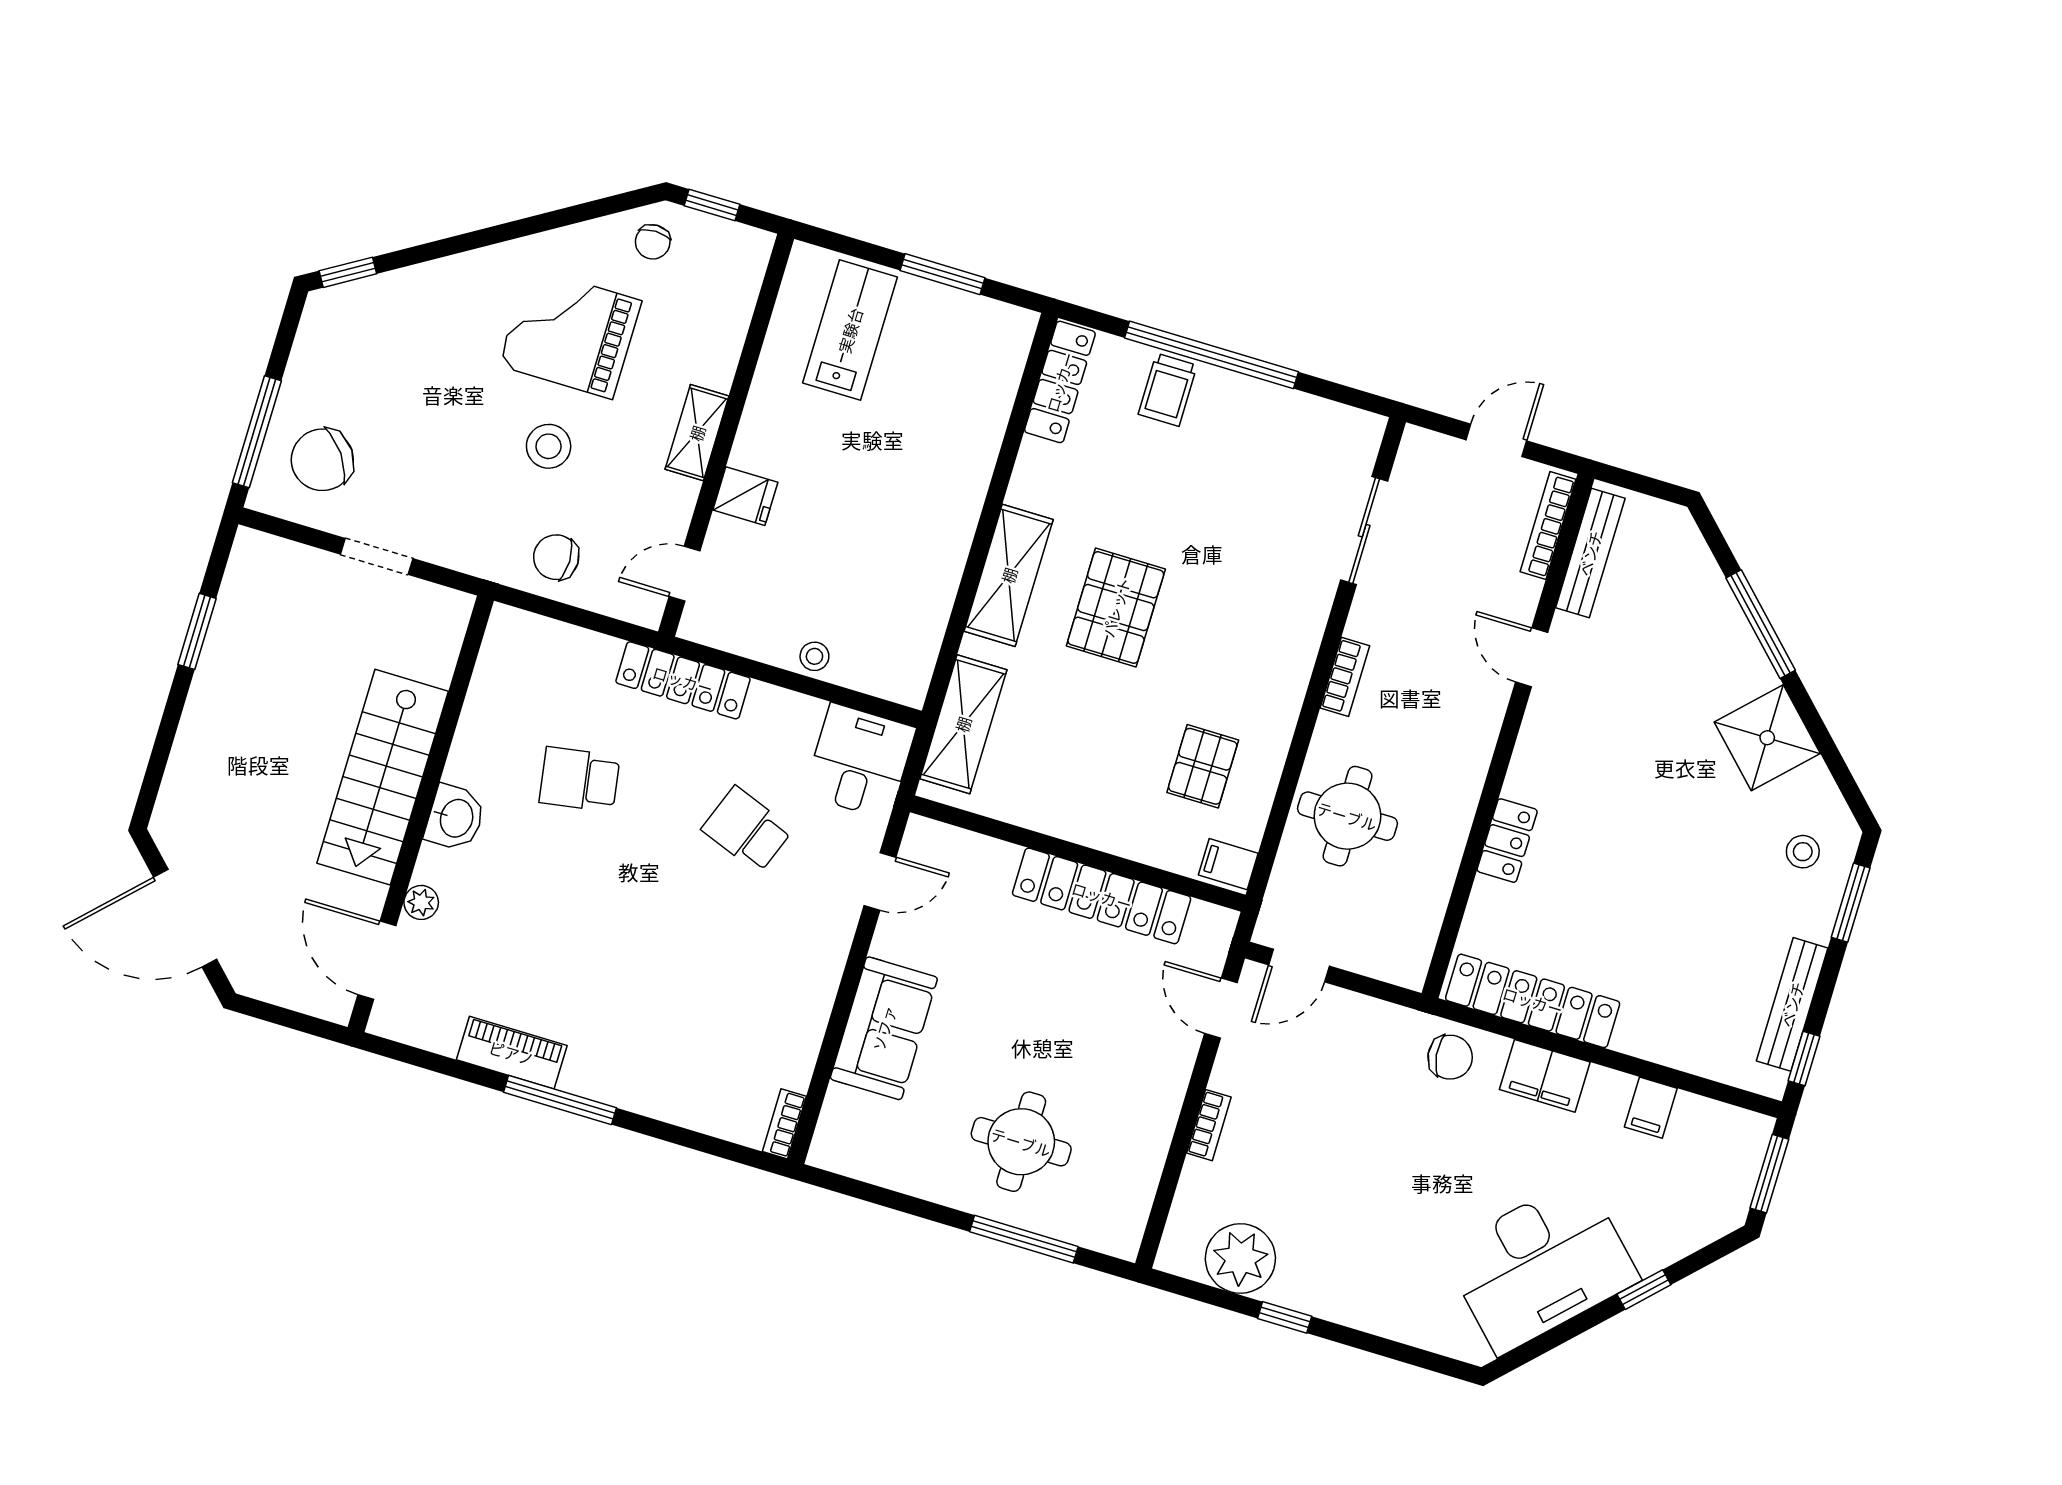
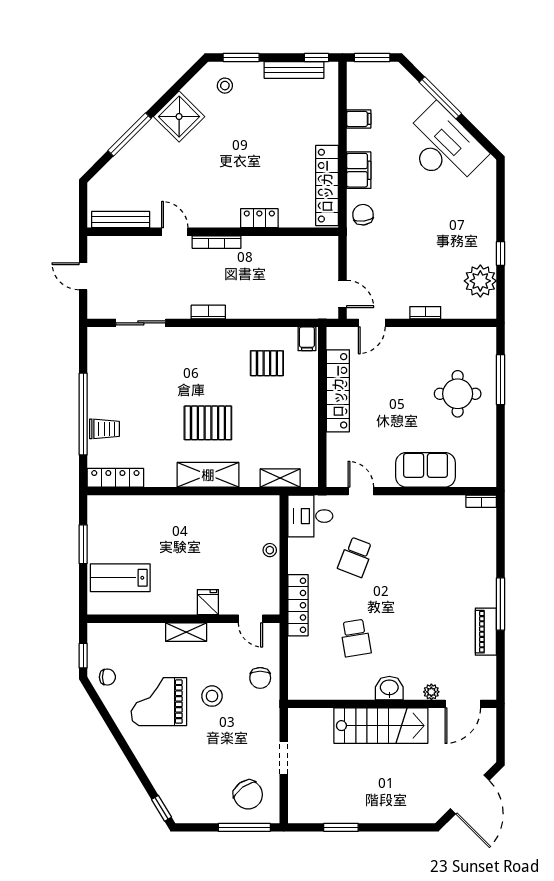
grand piano: (570, 333) -> (159, 702), turned 90
bookcase: (1548, 525) -> (216, 242), moved
door: (1532, 657) -> (175, 232), swing flipped
shelving: (963, 724) -> (280, 478), width x0.67, depth x0.75
round table: (1347, 816) -> (270, 292), removed
window: (1644, 1290) -> (440, 98), width x2.17

